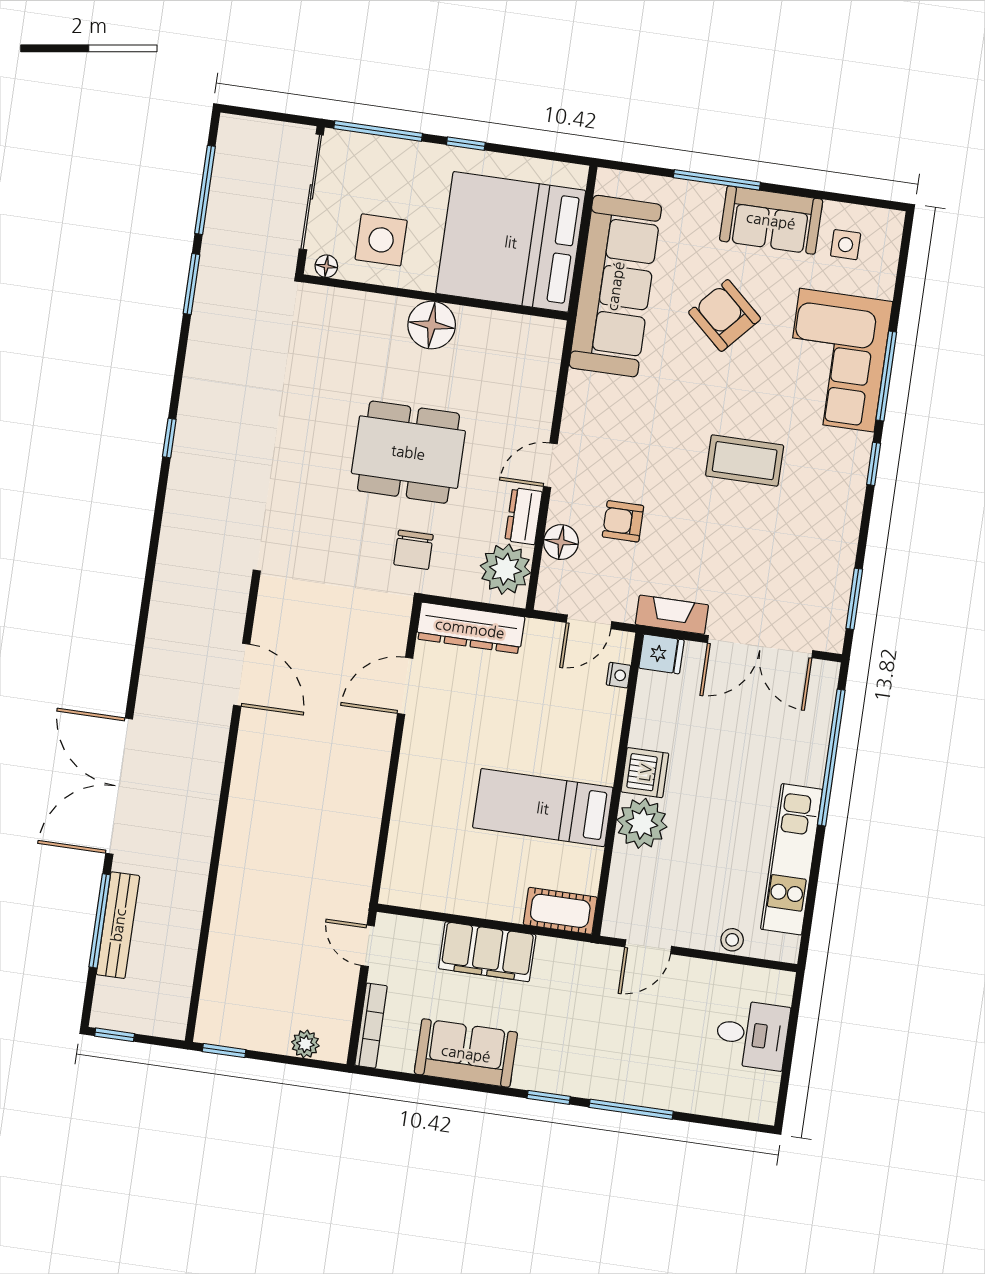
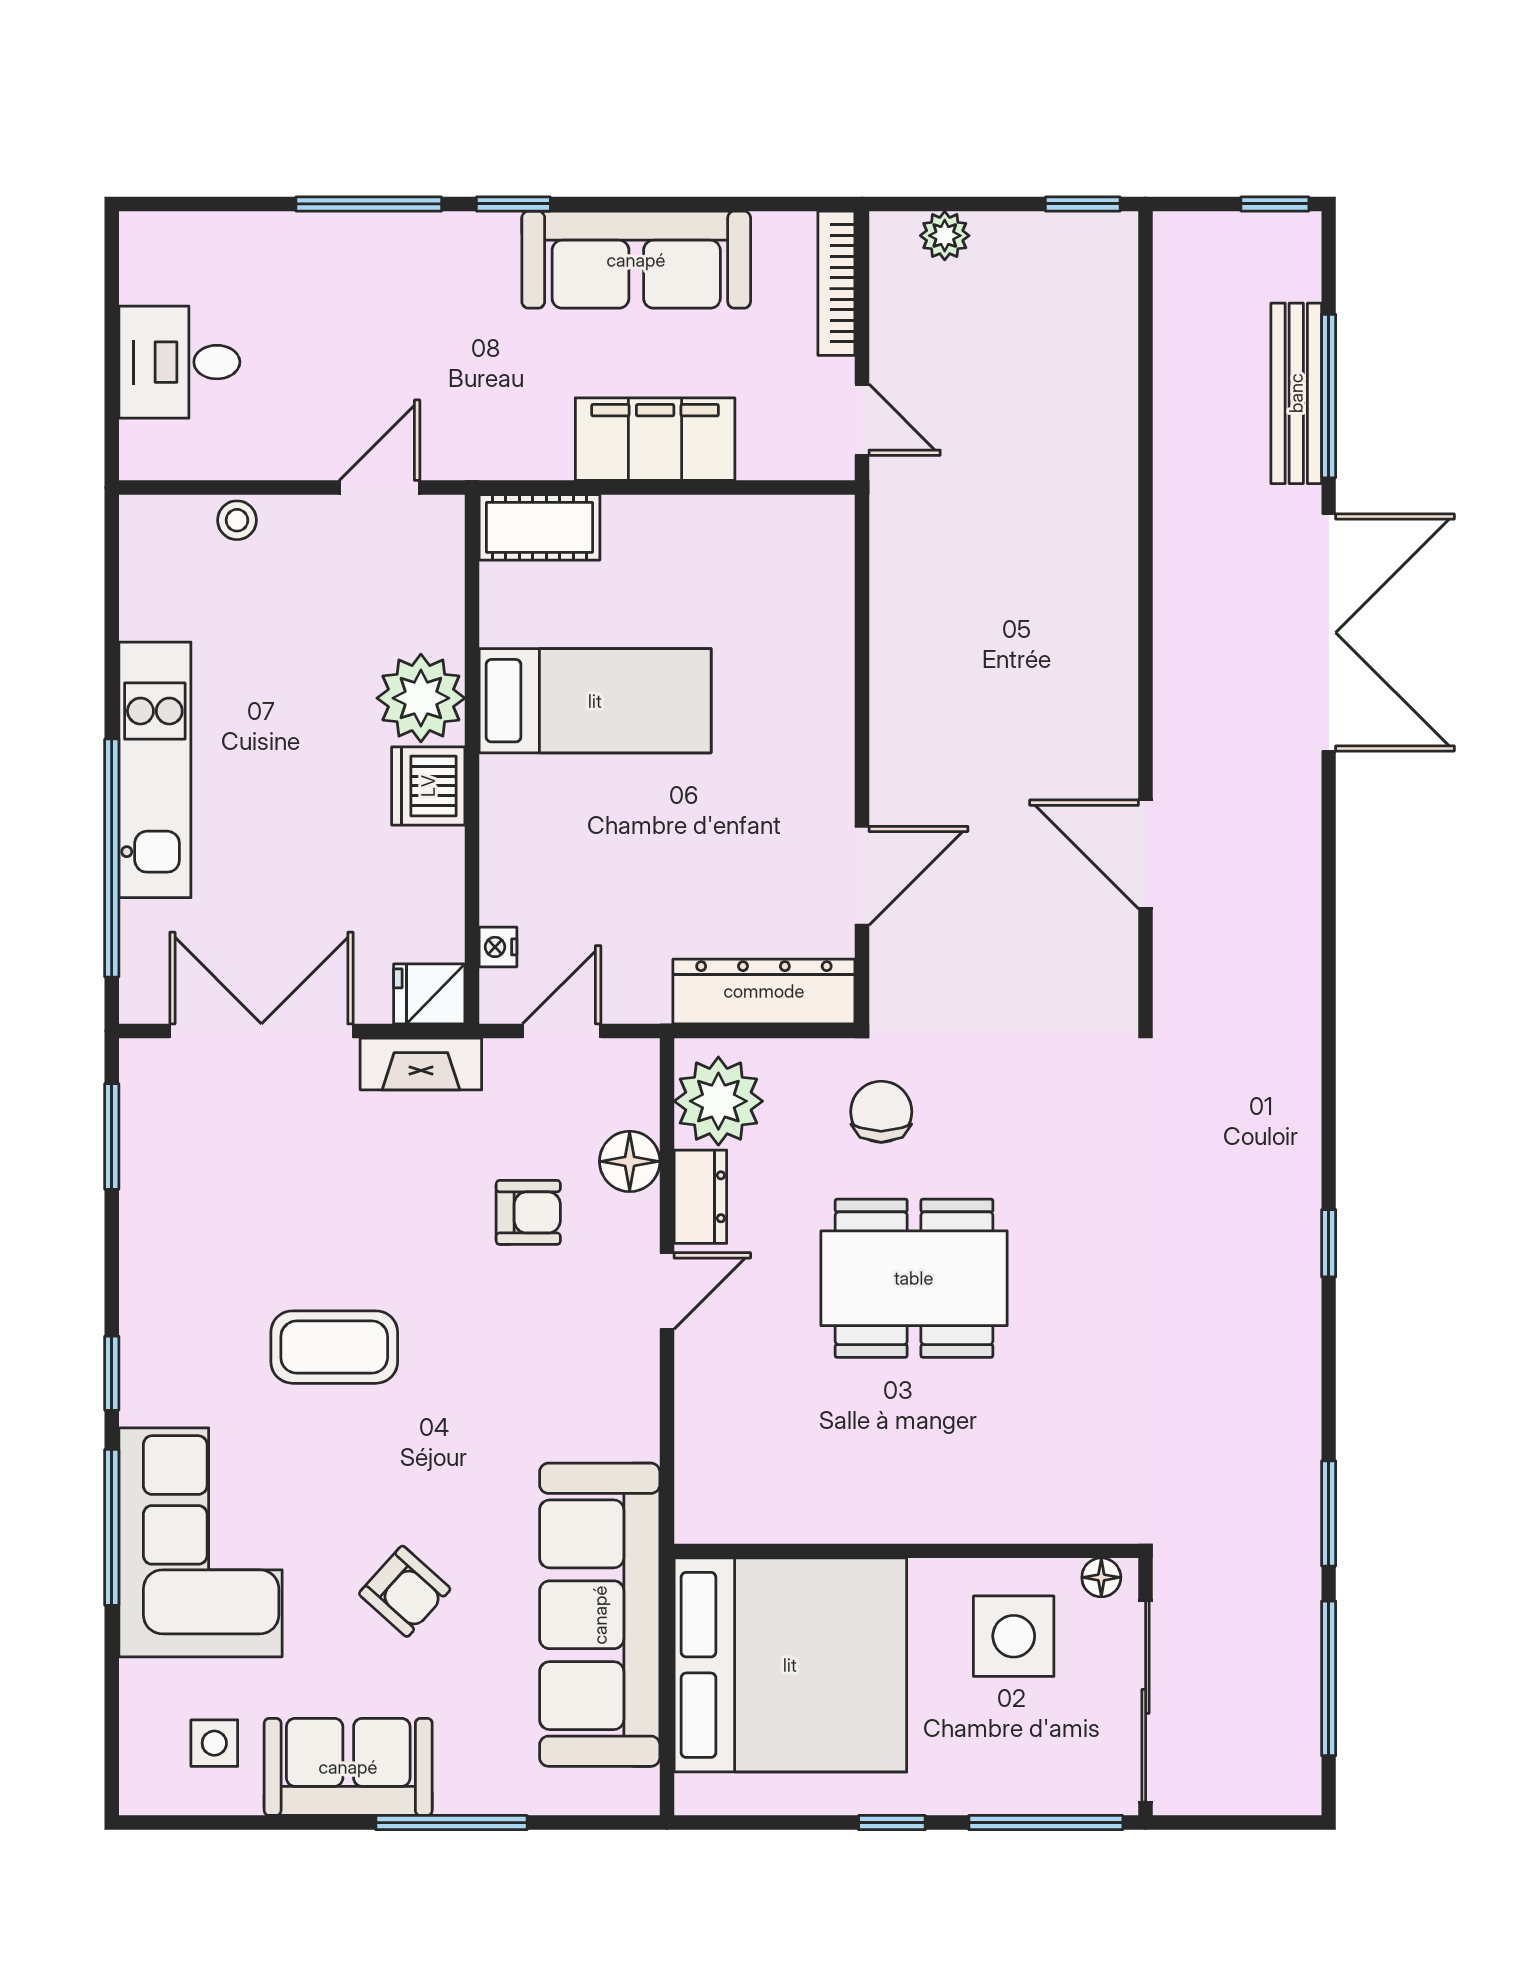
armchair: (725, 316) -> (405, 1591), width x0.72, depth x0.72
floor lamp: (432, 325) -> (906, 1502), removed
kitchen unit: (792, 859) -> (155, 770), moved
sofa: (466, 1053) -> (636, 260), width x1.36

